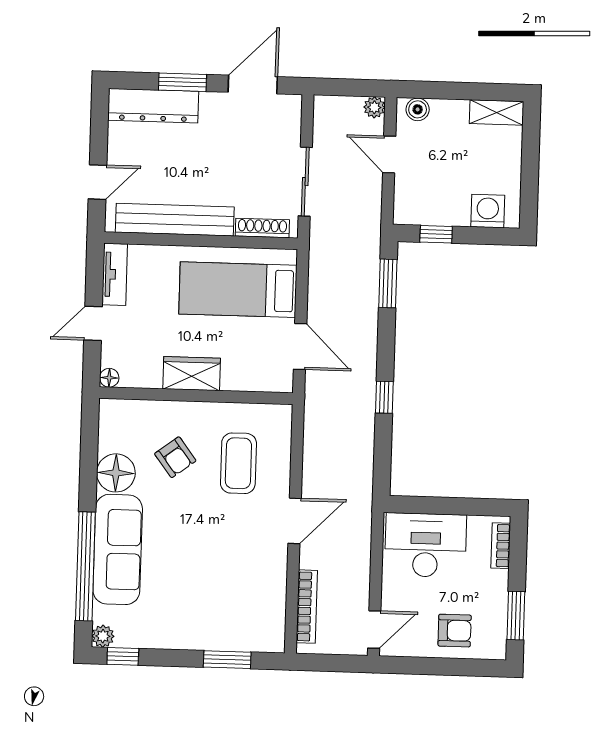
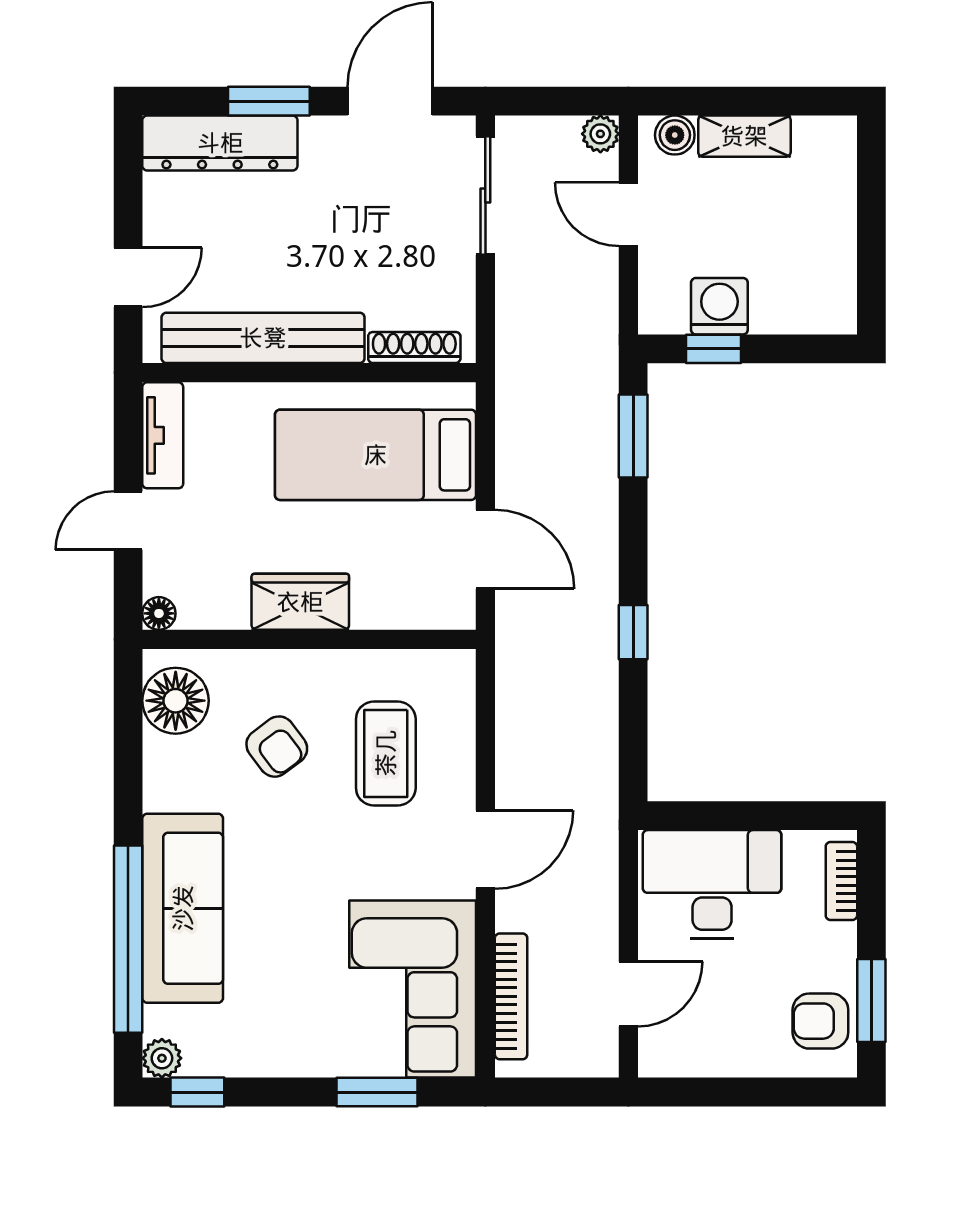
shelving: (497, 112) -> (744, 136), moved
sliding door: (305, 182) -> (485, 196), moved
washing machine: (488, 211) -> (719, 306), moved
floor lamp: (116, 473) -> (176, 701), moved
corner sofa: (250, 601) -> (413, 989), added
door: (374, 630) -> (628, 994), moved
armchair: (455, 631) -> (820, 1021), moved, turned 180

